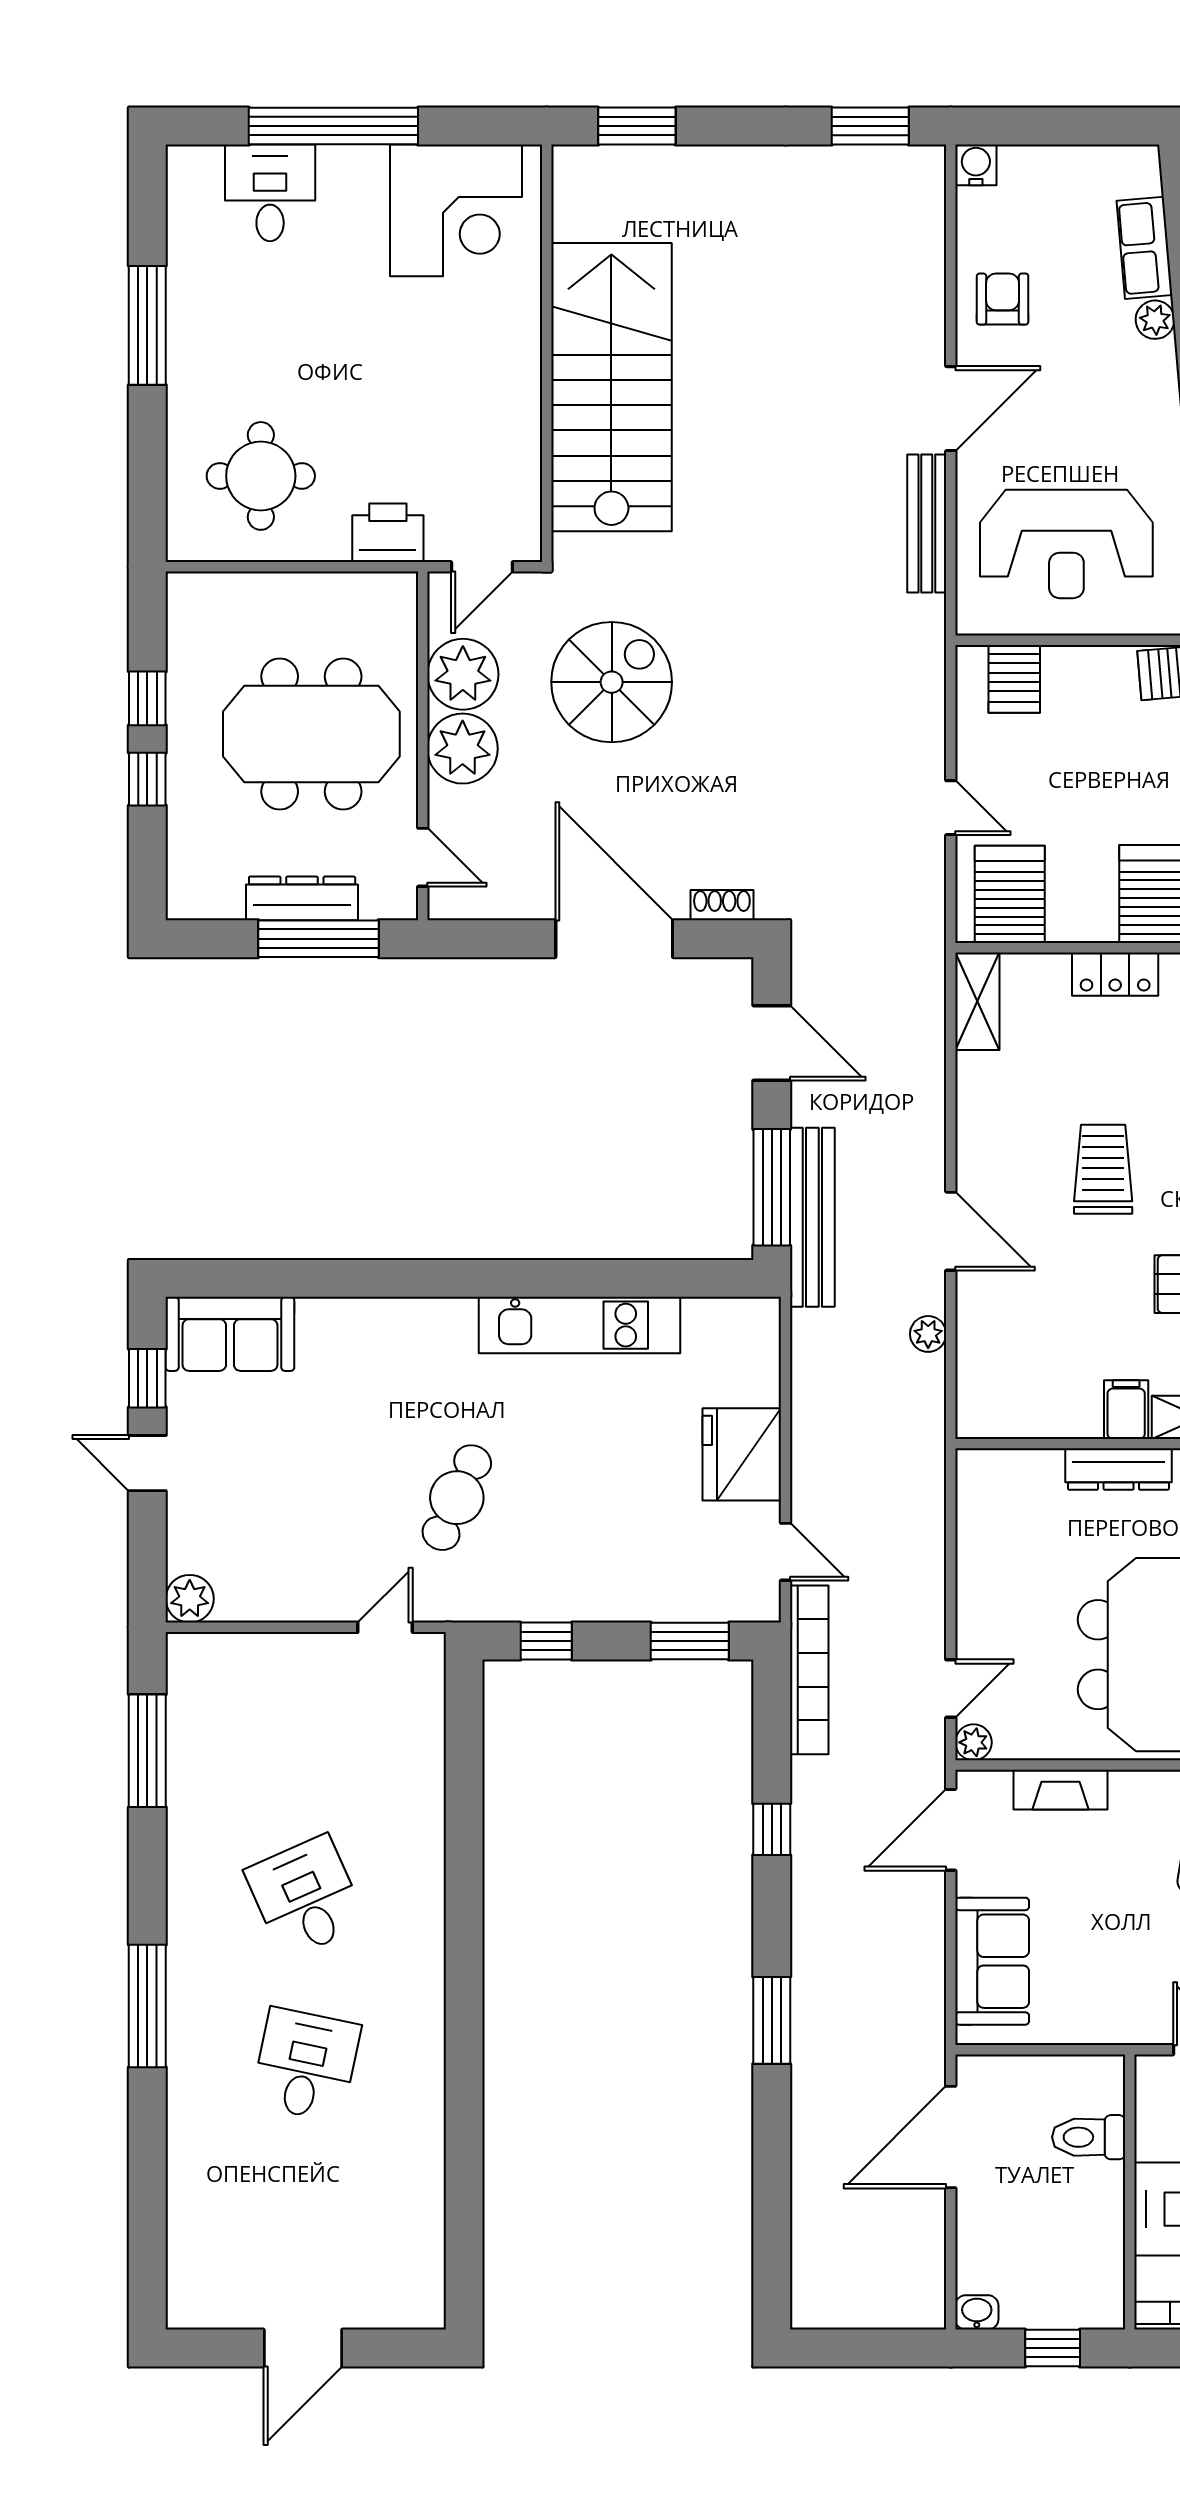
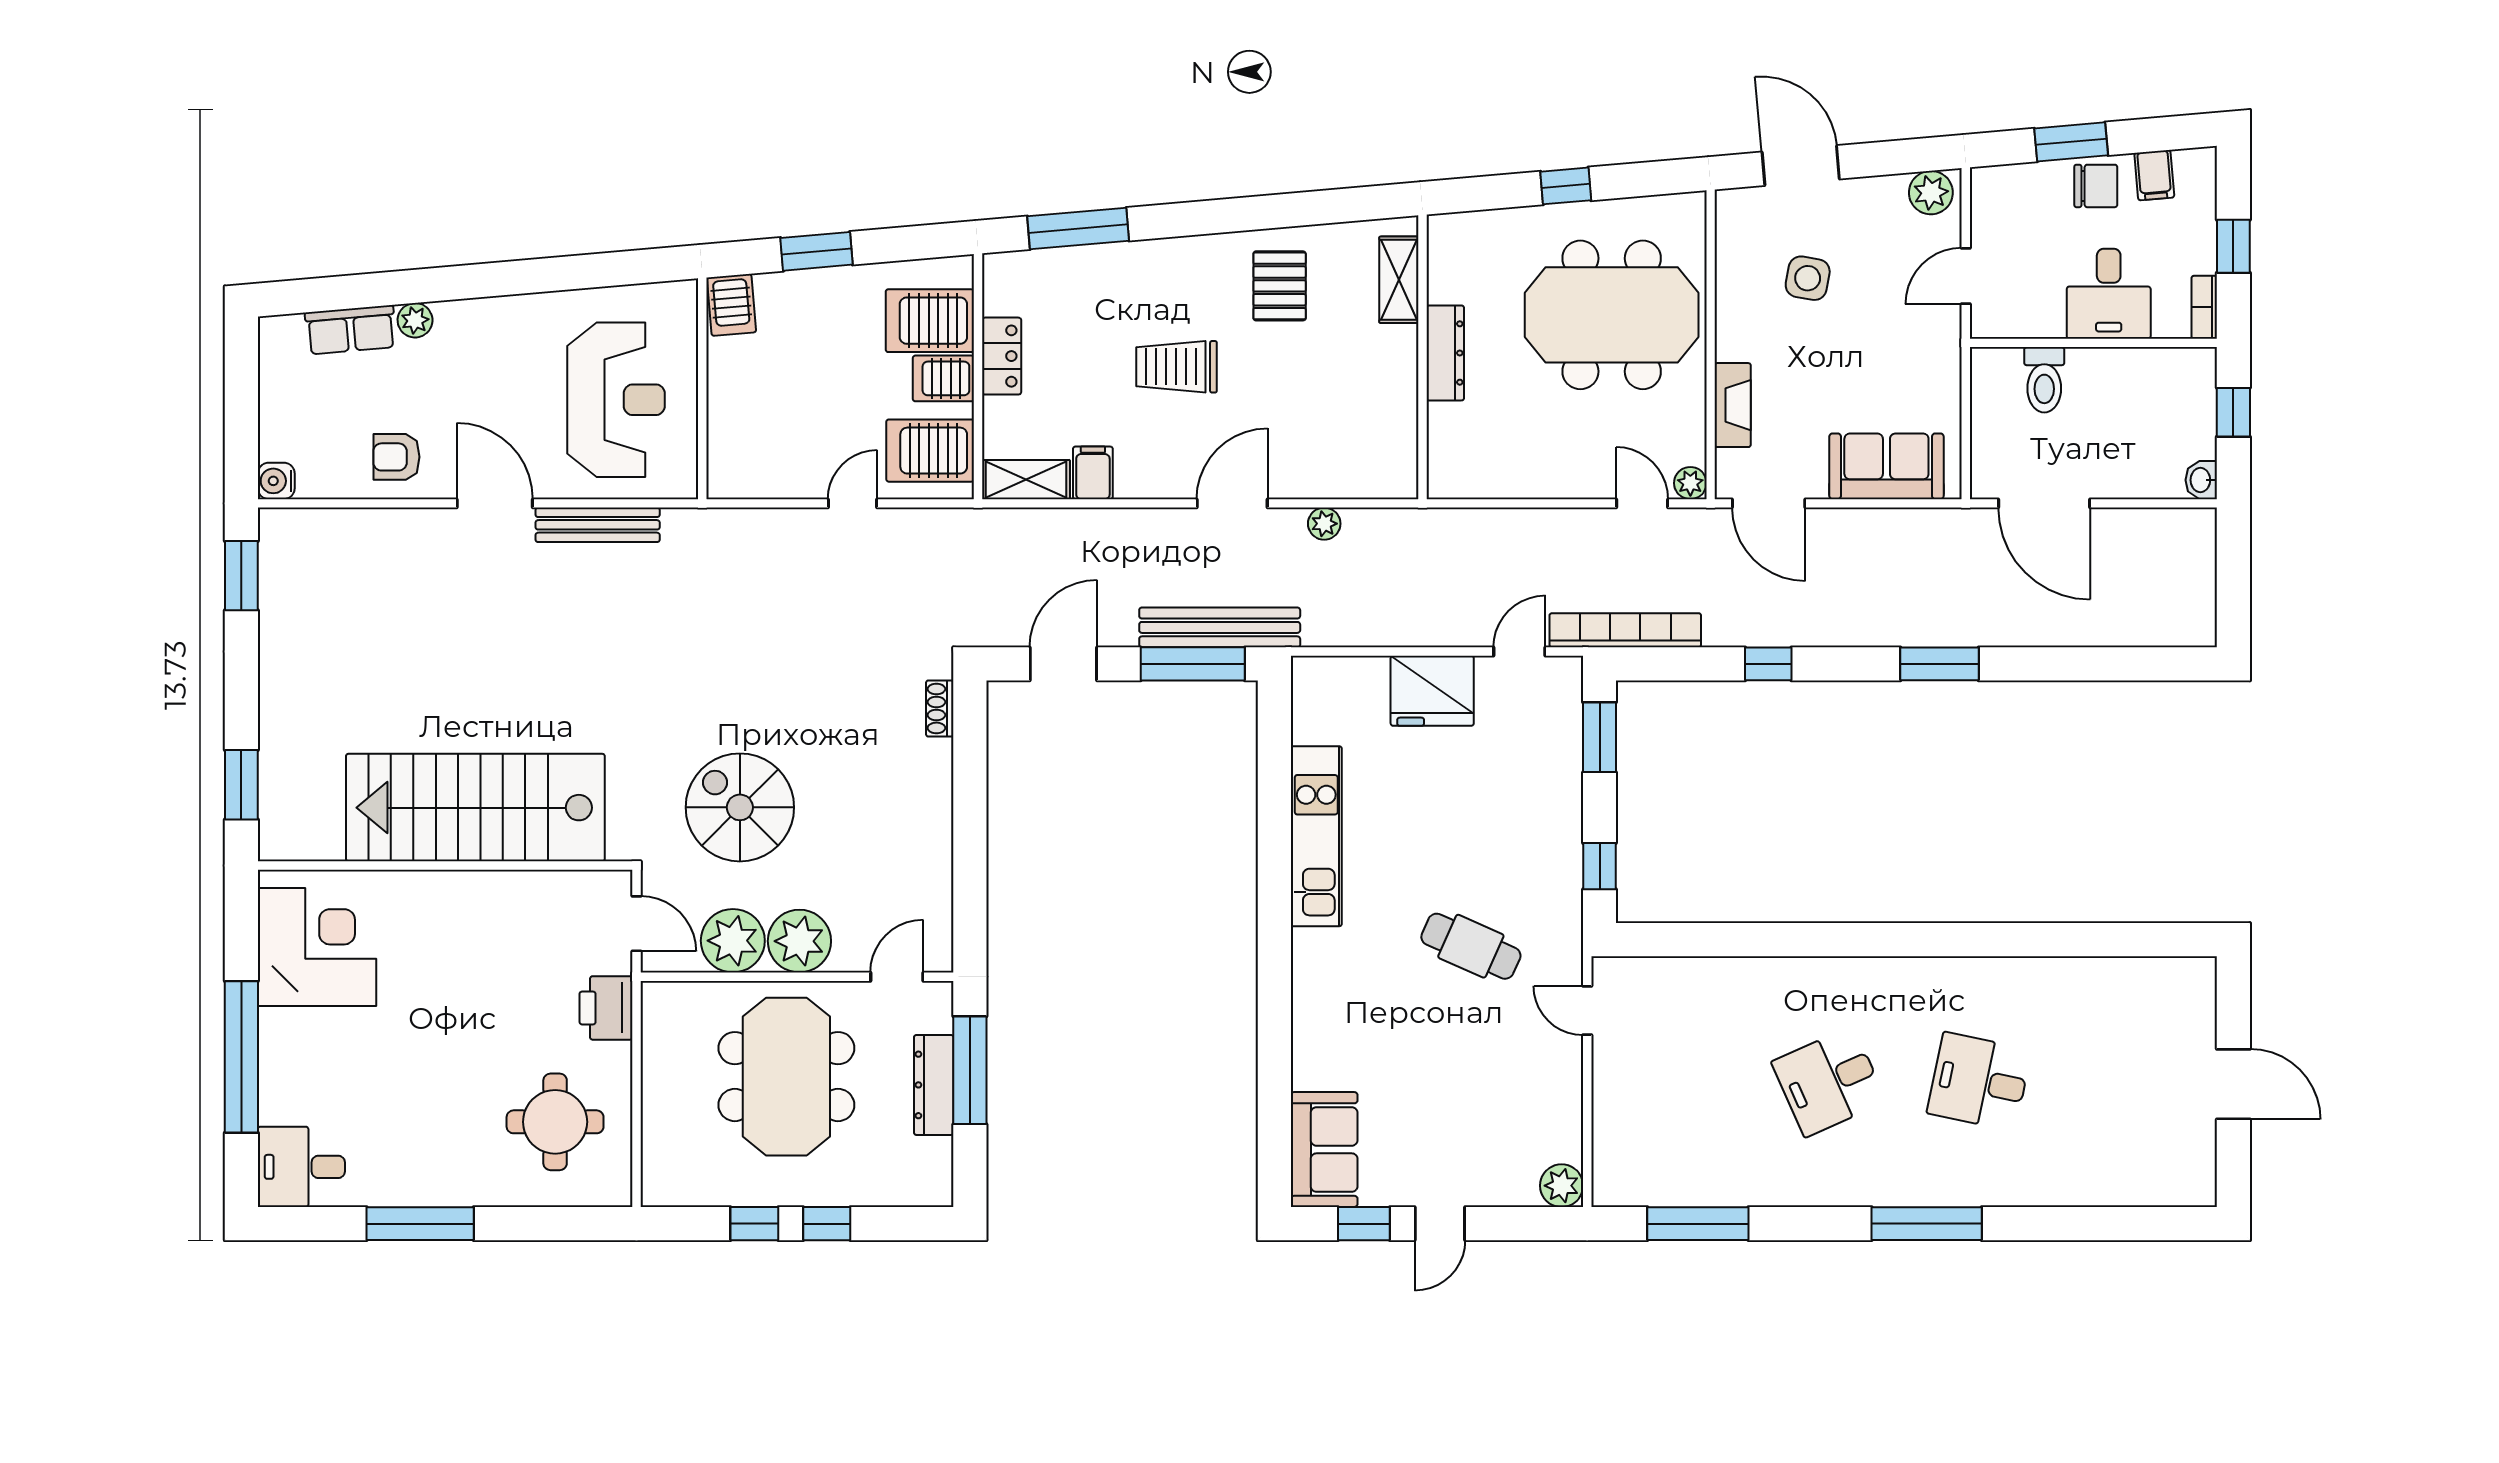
desk: (270, 193) -> (301, 1167), moved
server rack: (1014, 679) -> (943, 378), moved, turned 180
door: (614, 939) -> (970, 805), removed
filing cabinet: (1126, 1410) -> (1093, 473), moved, turned 90

